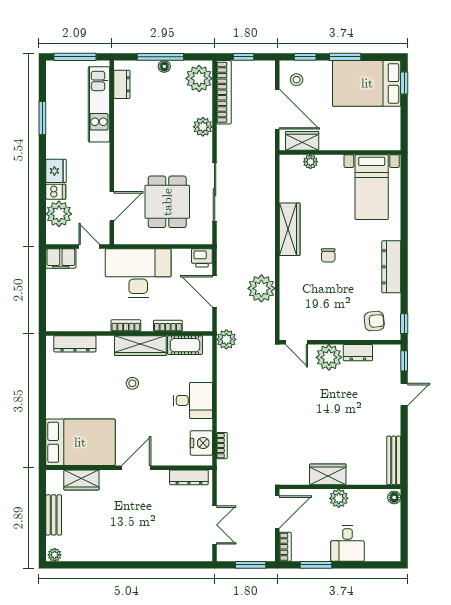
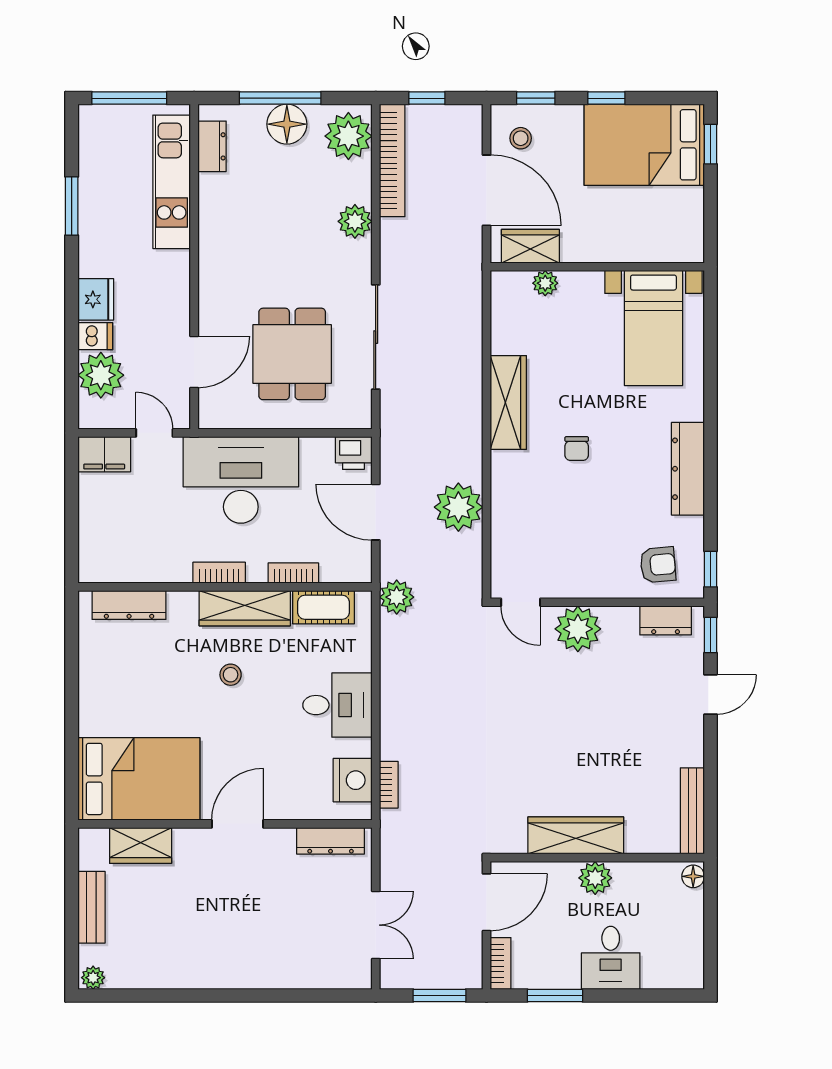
window: (345, 57) -> (606, 98), width x0.67
floor lamp: (164, 66) -> (287, 124), width x1.89, depth x1.89
dresser: (358, 353) -> (666, 620), moved
wardrobe: (328, 474) -> (576, 835), width x1.50

